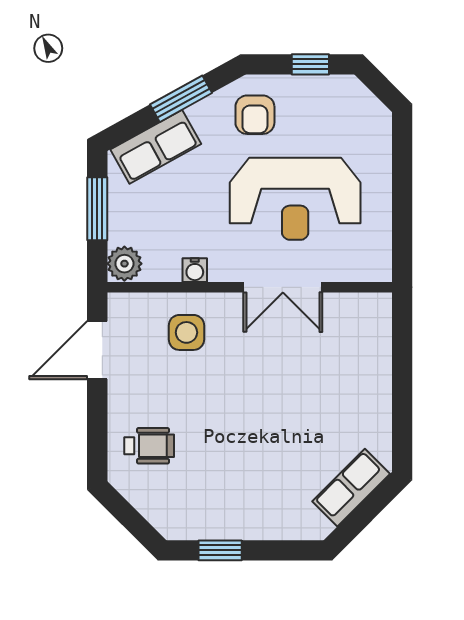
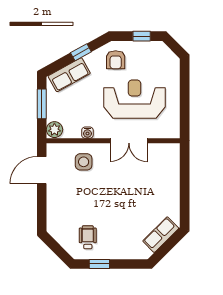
window: (181, 99) -> (81, 52), width x0.67
reception desk: (295, 199) -> (135, 99), turned 180
wheelchair: (149, 446) -> (88, 237), moved, turned -90

